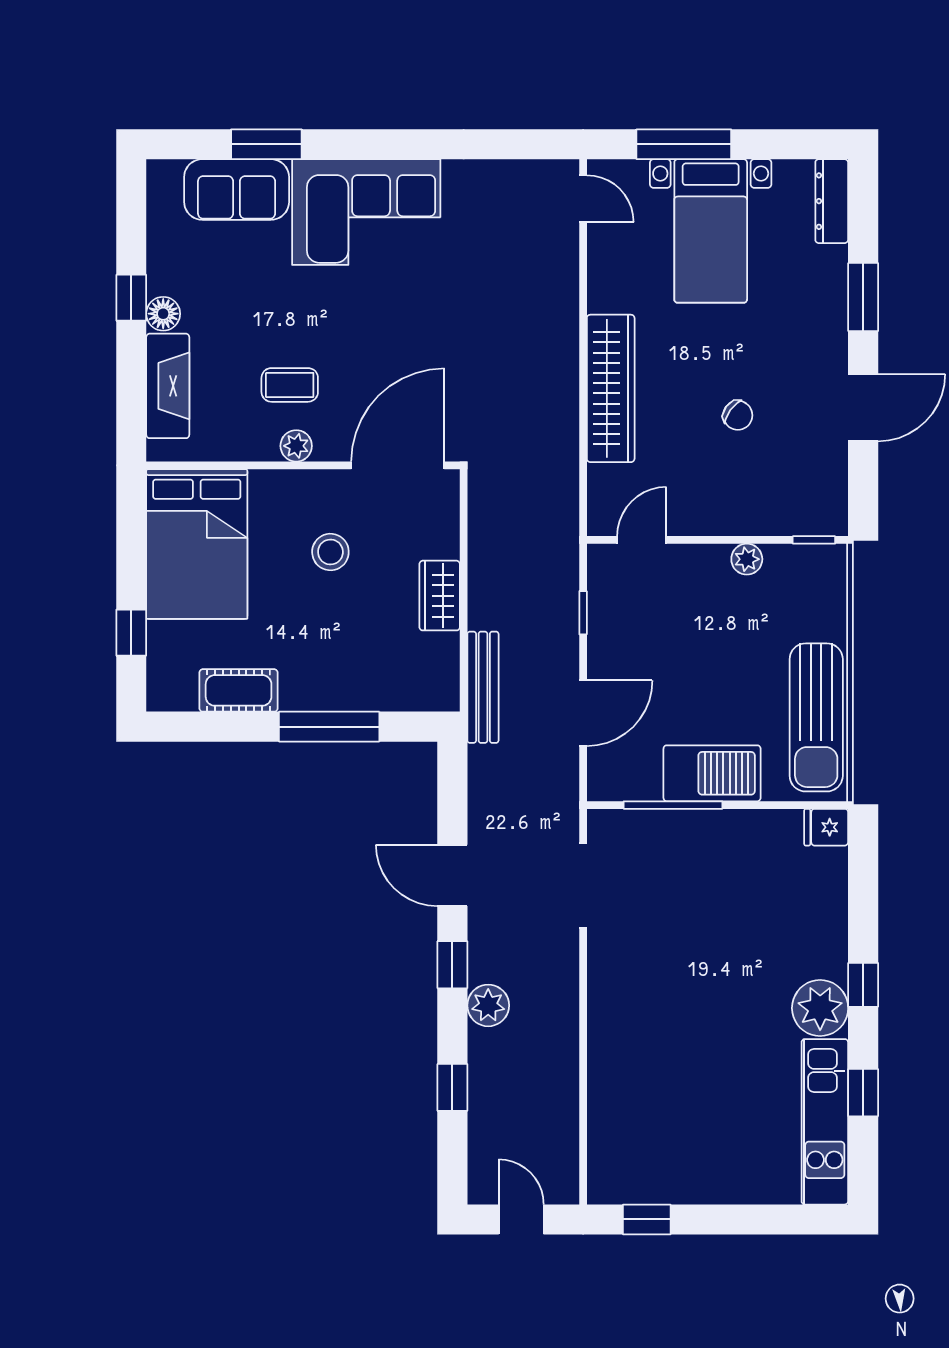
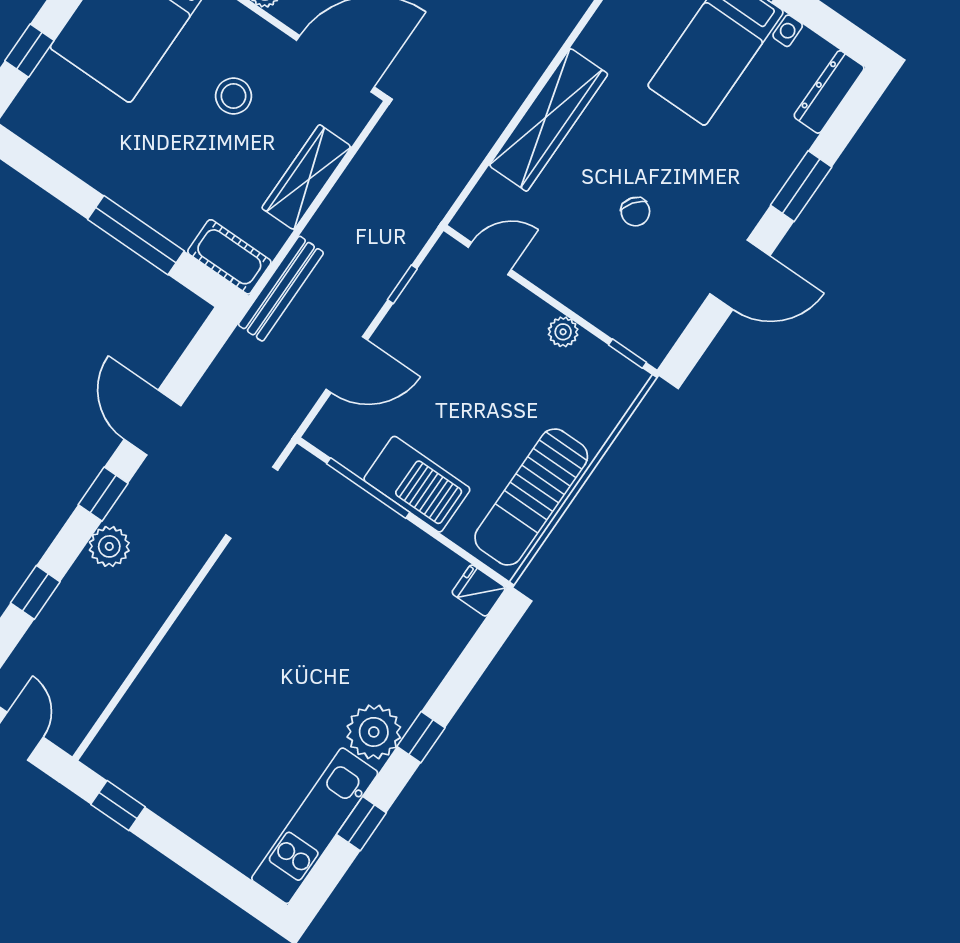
wardrobe: (440, 596) -> (307, 177), width x1.50
cot: (239, 690) -> (229, 257), moved

